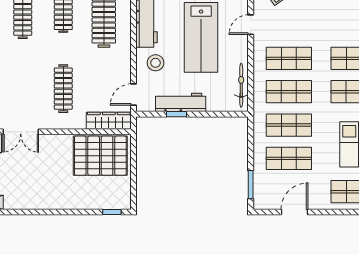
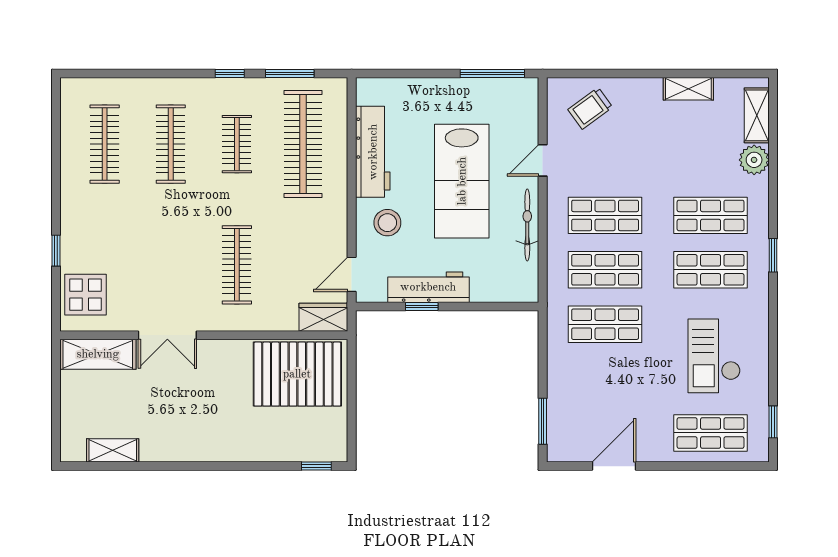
bicycle: (241, 85) -> (527, 225), moved
wardrobe: (109, 121) -> (323, 317), width x0.67
shop shelf: (289, 158) -> (605, 379), removed

